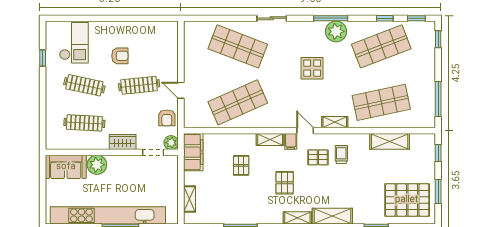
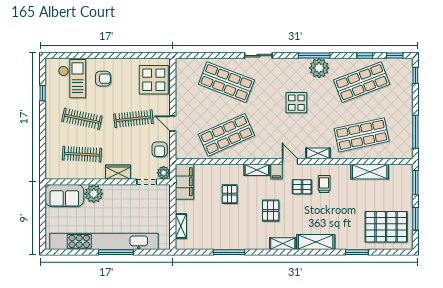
display table: (161, 44) -> (154, 80), added
armchair: (120, 56) -> (103, 79), moved
window: (438, 153) -> (415, 183), width x1.50

